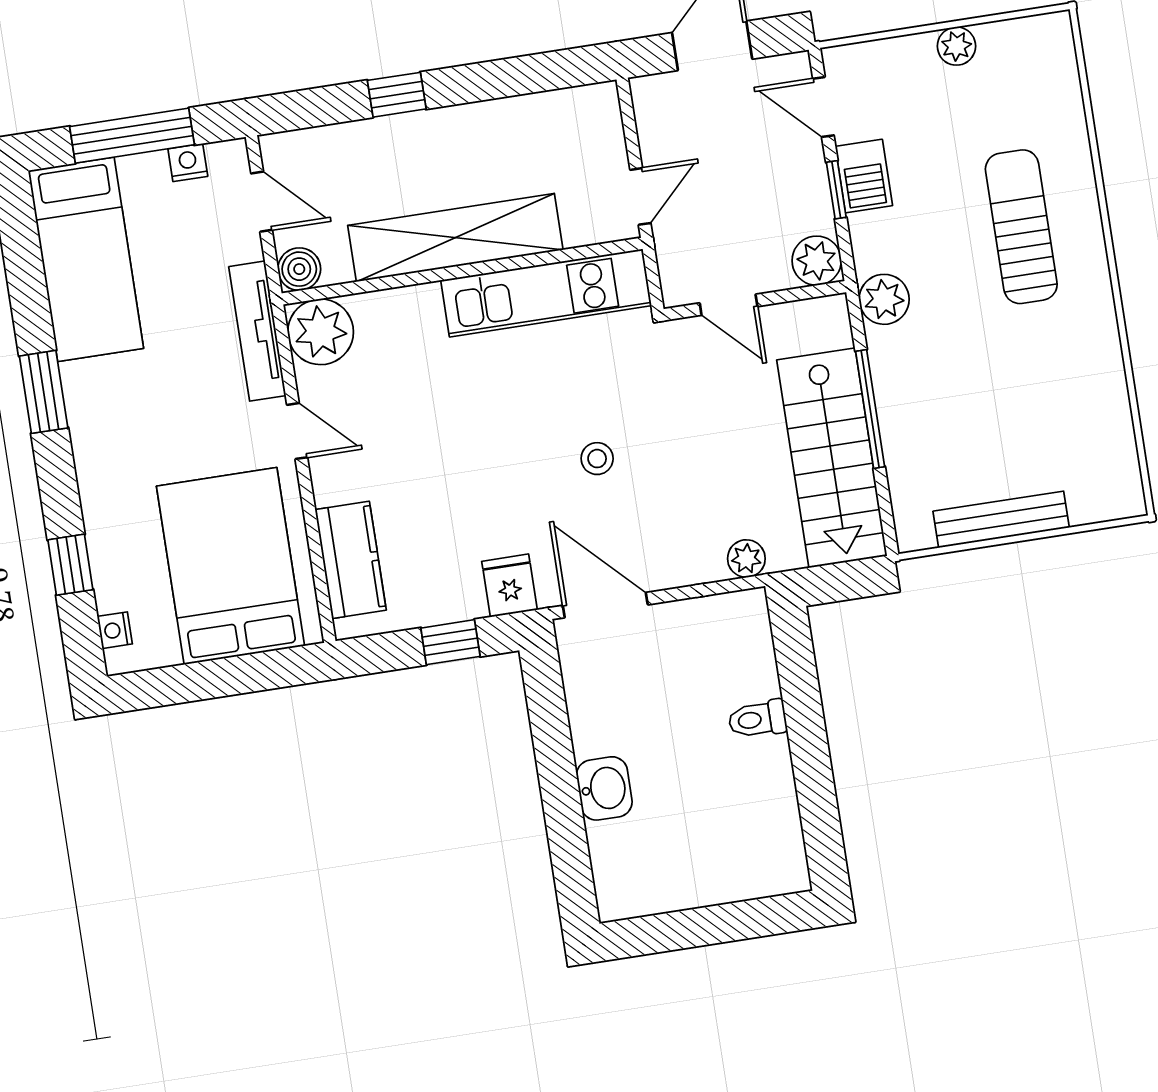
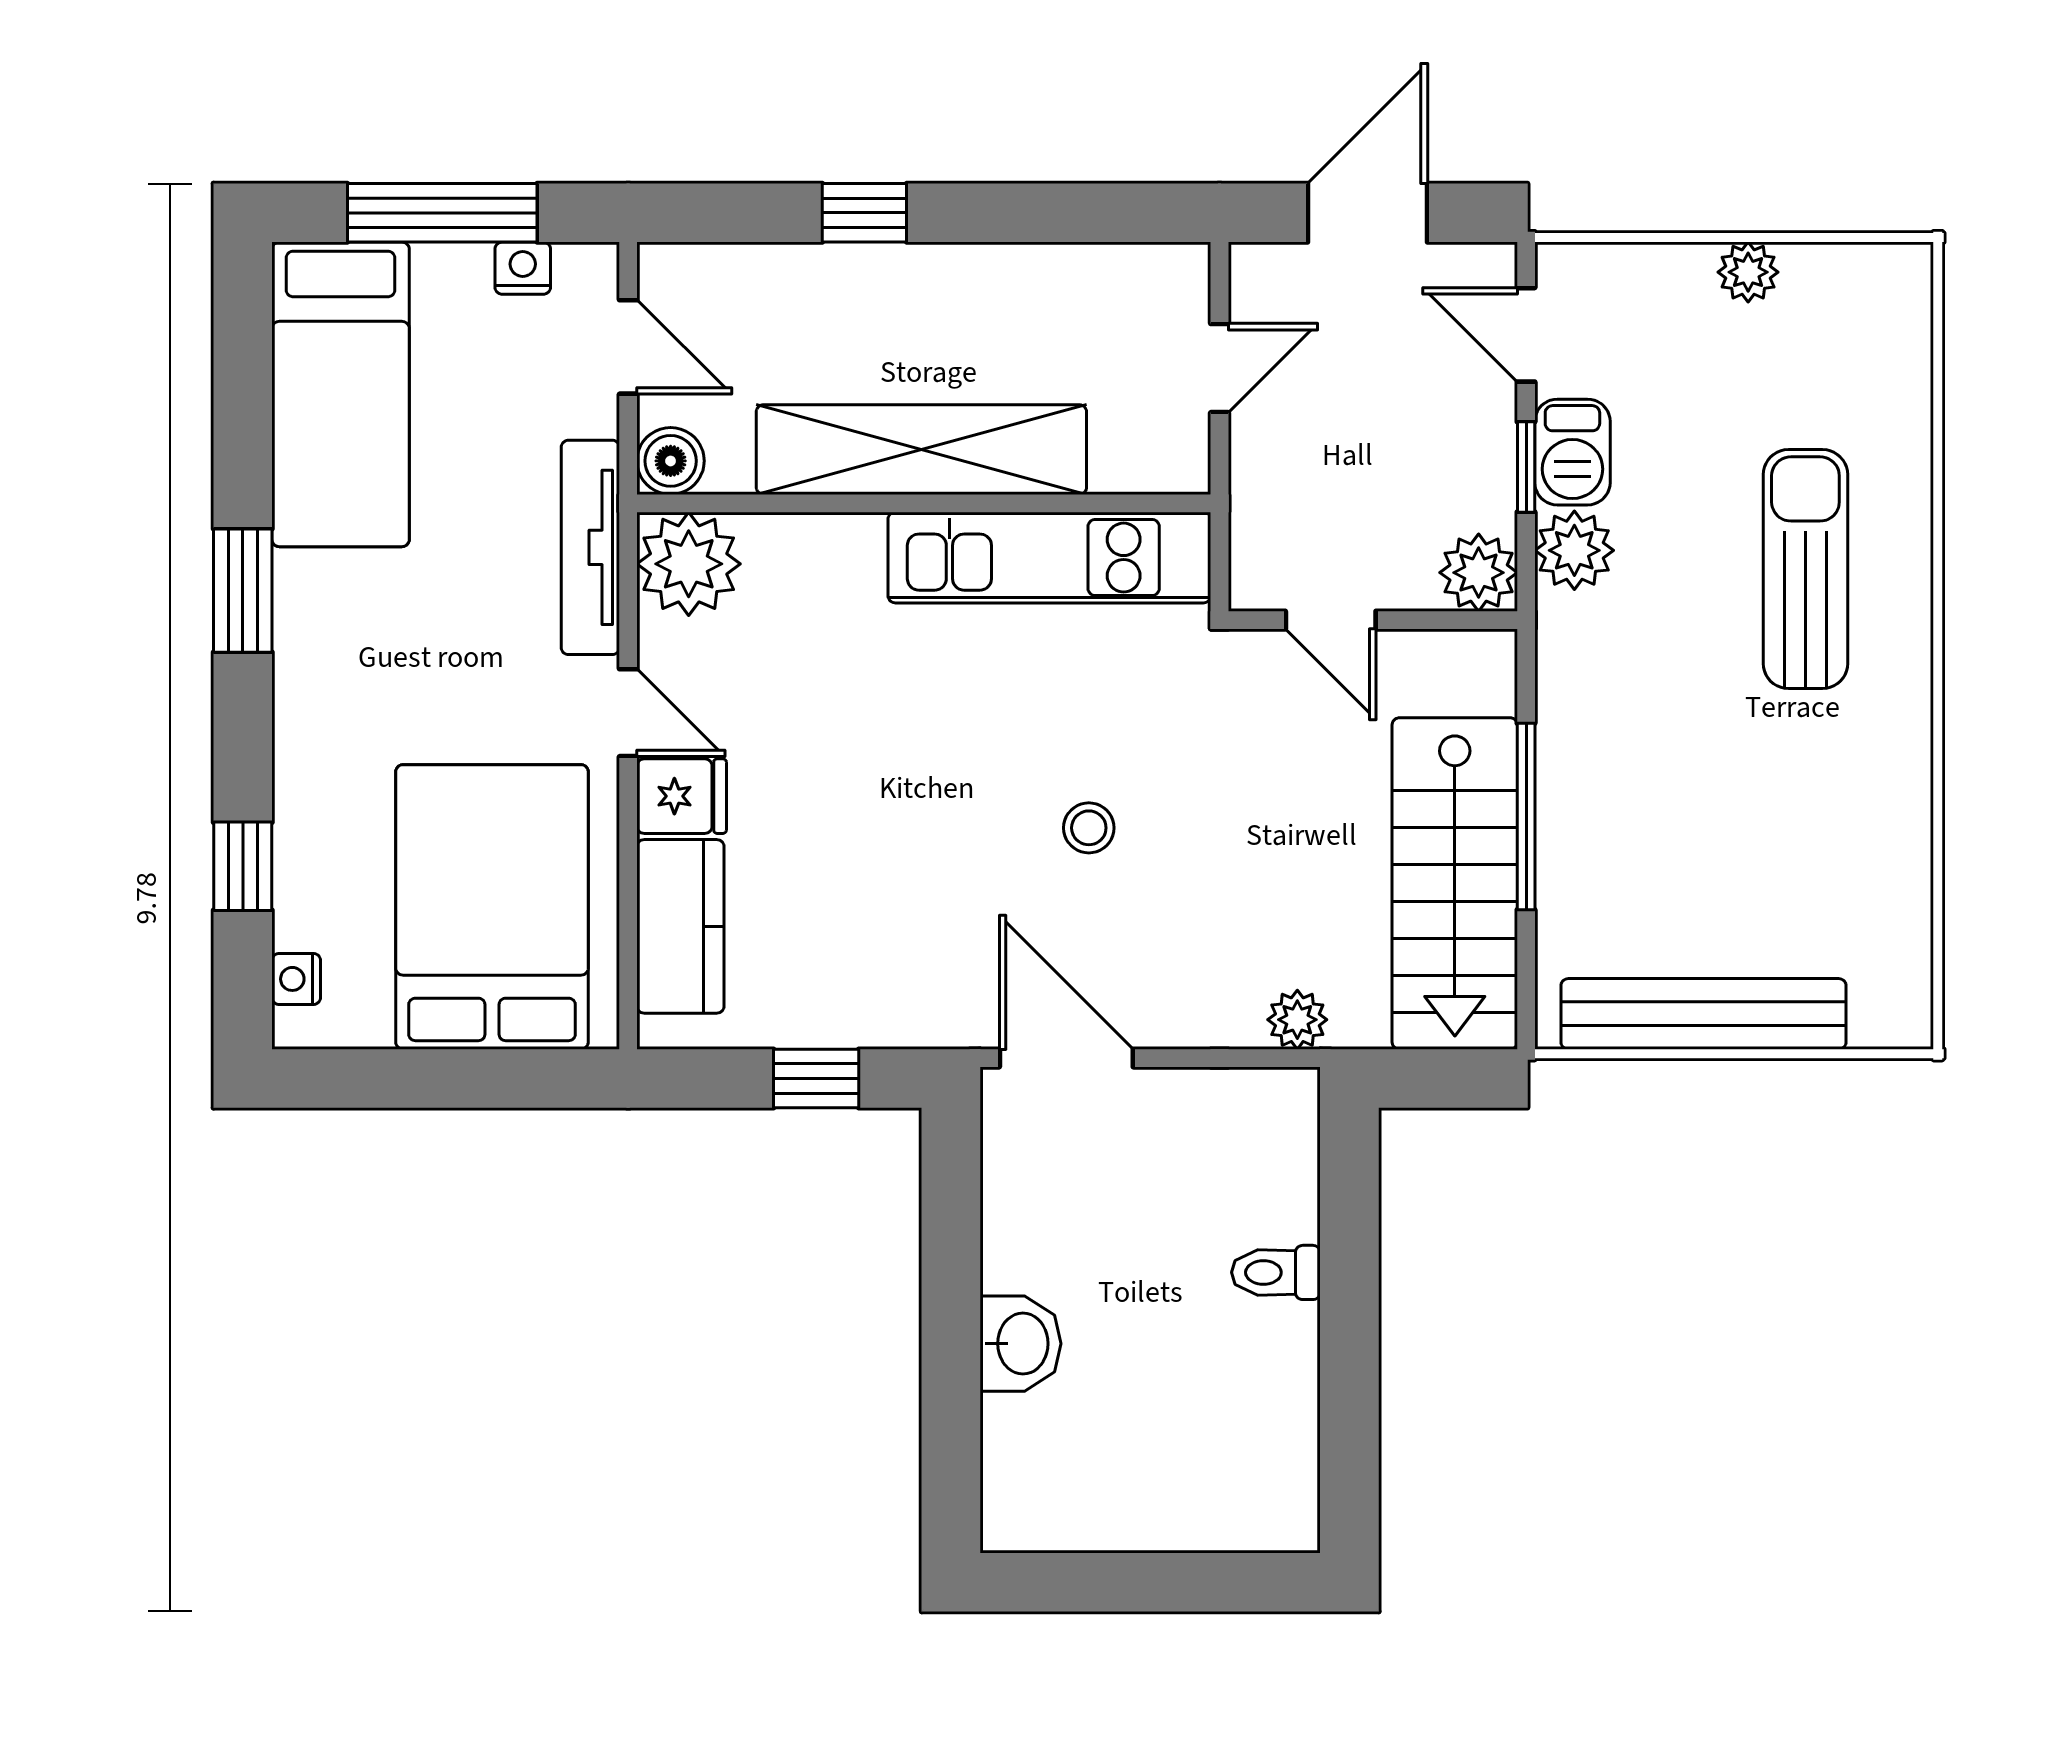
door: (640, 196) -> (1219, 368), moved
plant: (884, 299) -> (1574, 550), moved
bench: (1001, 519) -> (1704, 1014), width x1.37, depth x1.21
fridge: (509, 586) -> (682, 796), moved, turned 90

